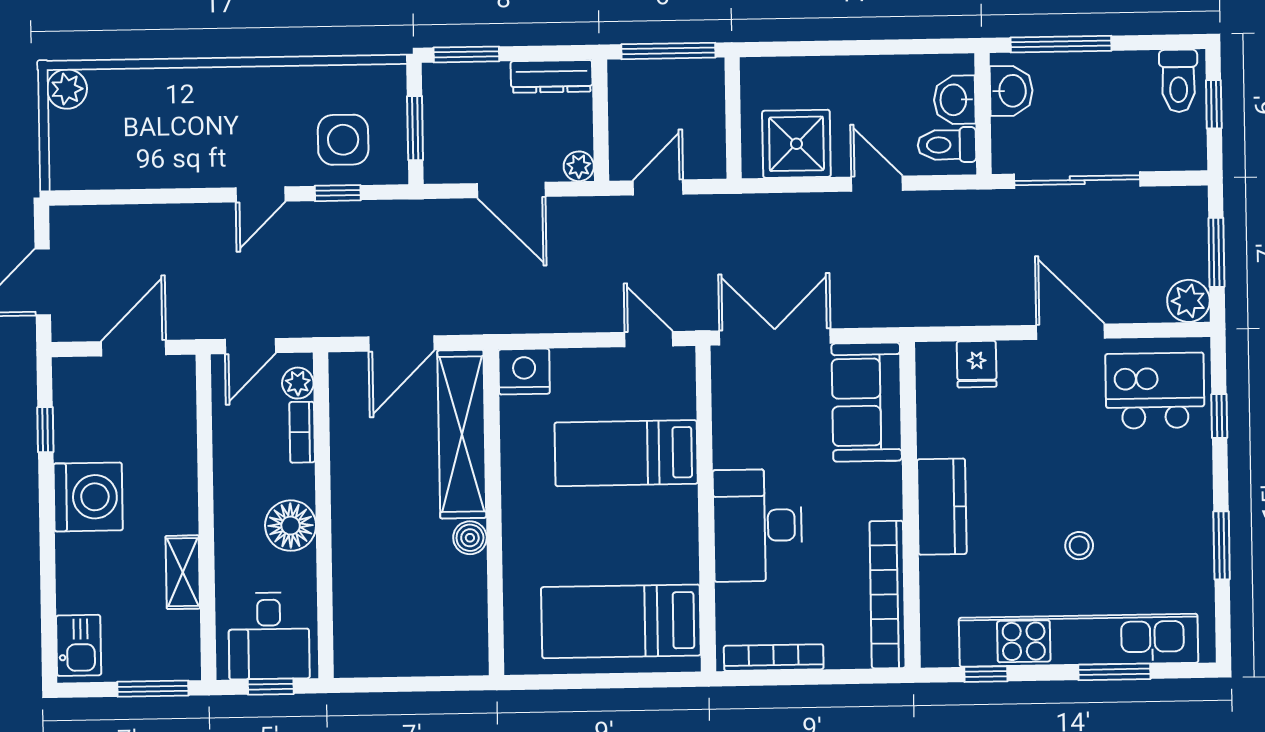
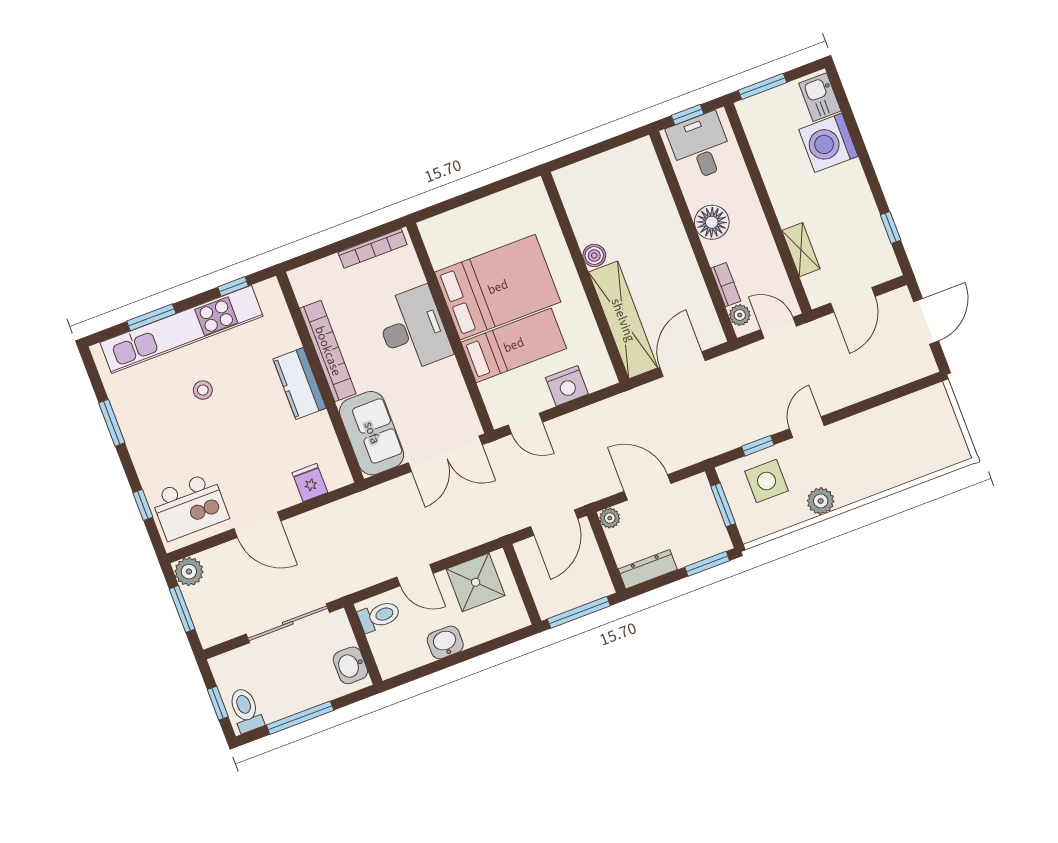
window: (1061, 44) -> (300, 718), moved
plant: (67, 89) -> (821, 501), moved
washbasin: (955, 100) -> (445, 642), moved, turned -90
door: (658, 187) -> (554, 523), width x1.38
door: (250, 346) -> (779, 328), hinge flipped
nightstand: (524, 372) -> (567, 386), moved
washing machine: (88, 497) -> (828, 143), moved
shelving: (183, 572) -> (801, 250), moved
bookcase: (887, 595) -> (328, 351), moved
bed: (621, 621) -> (498, 287), moved, width x1.50

